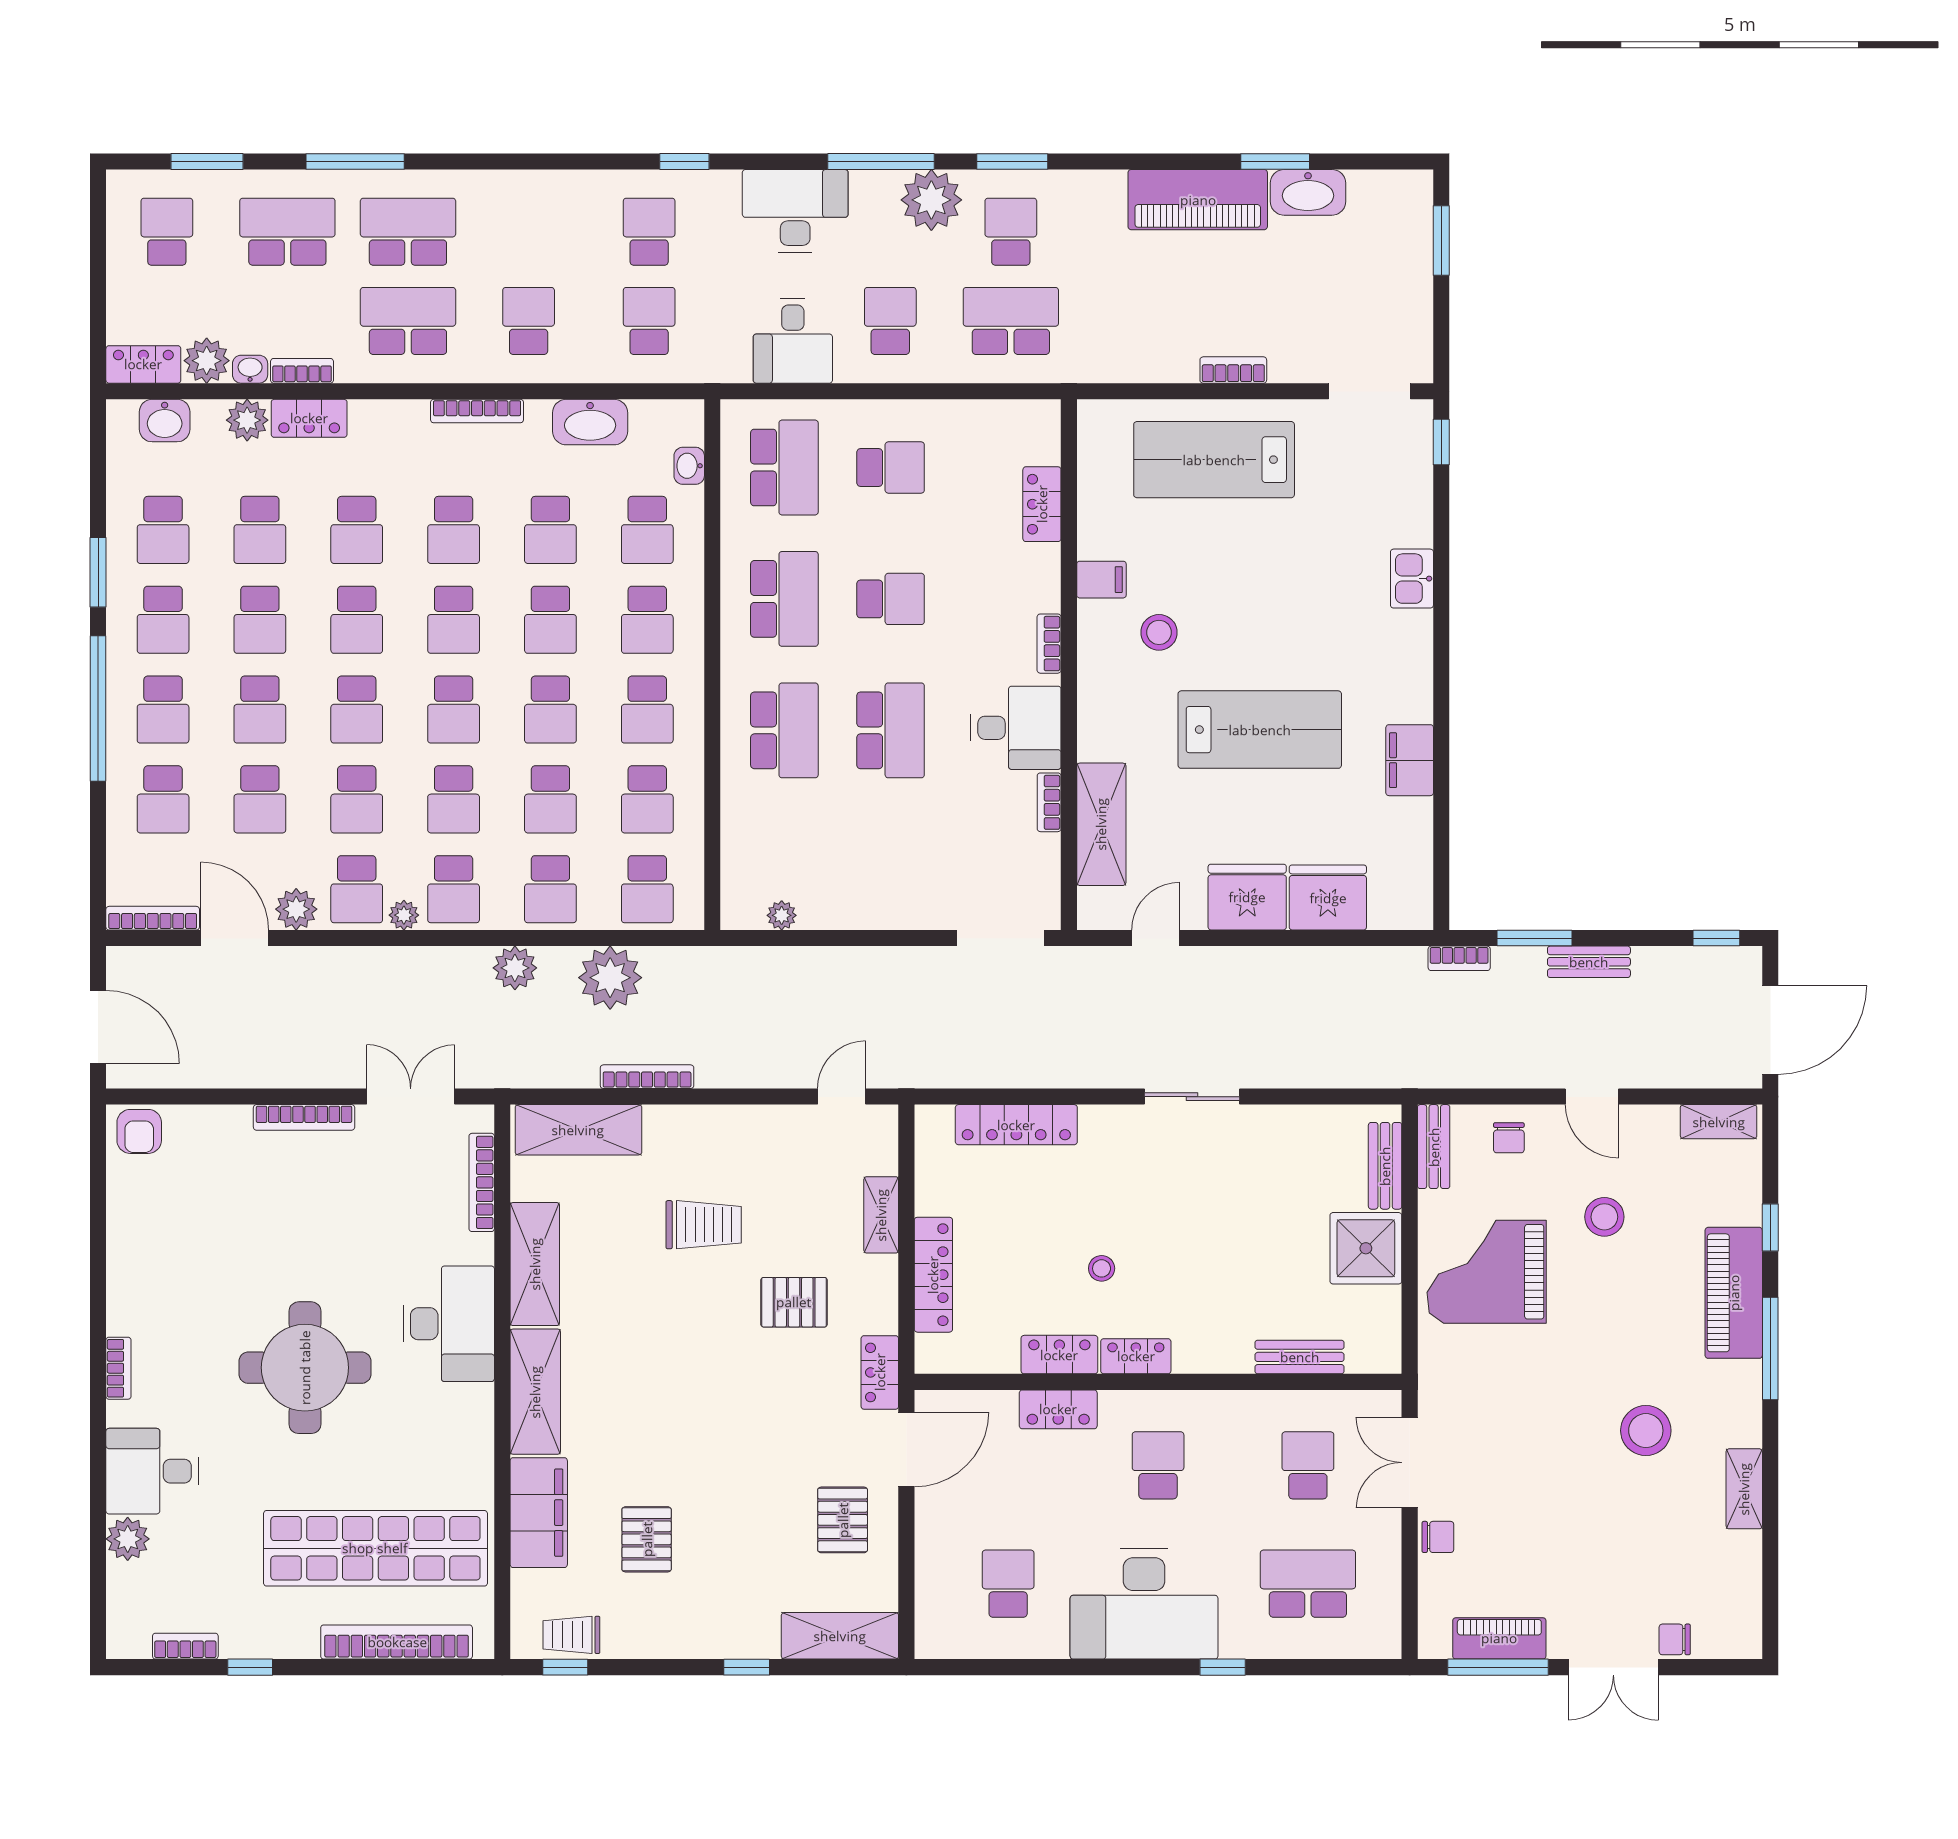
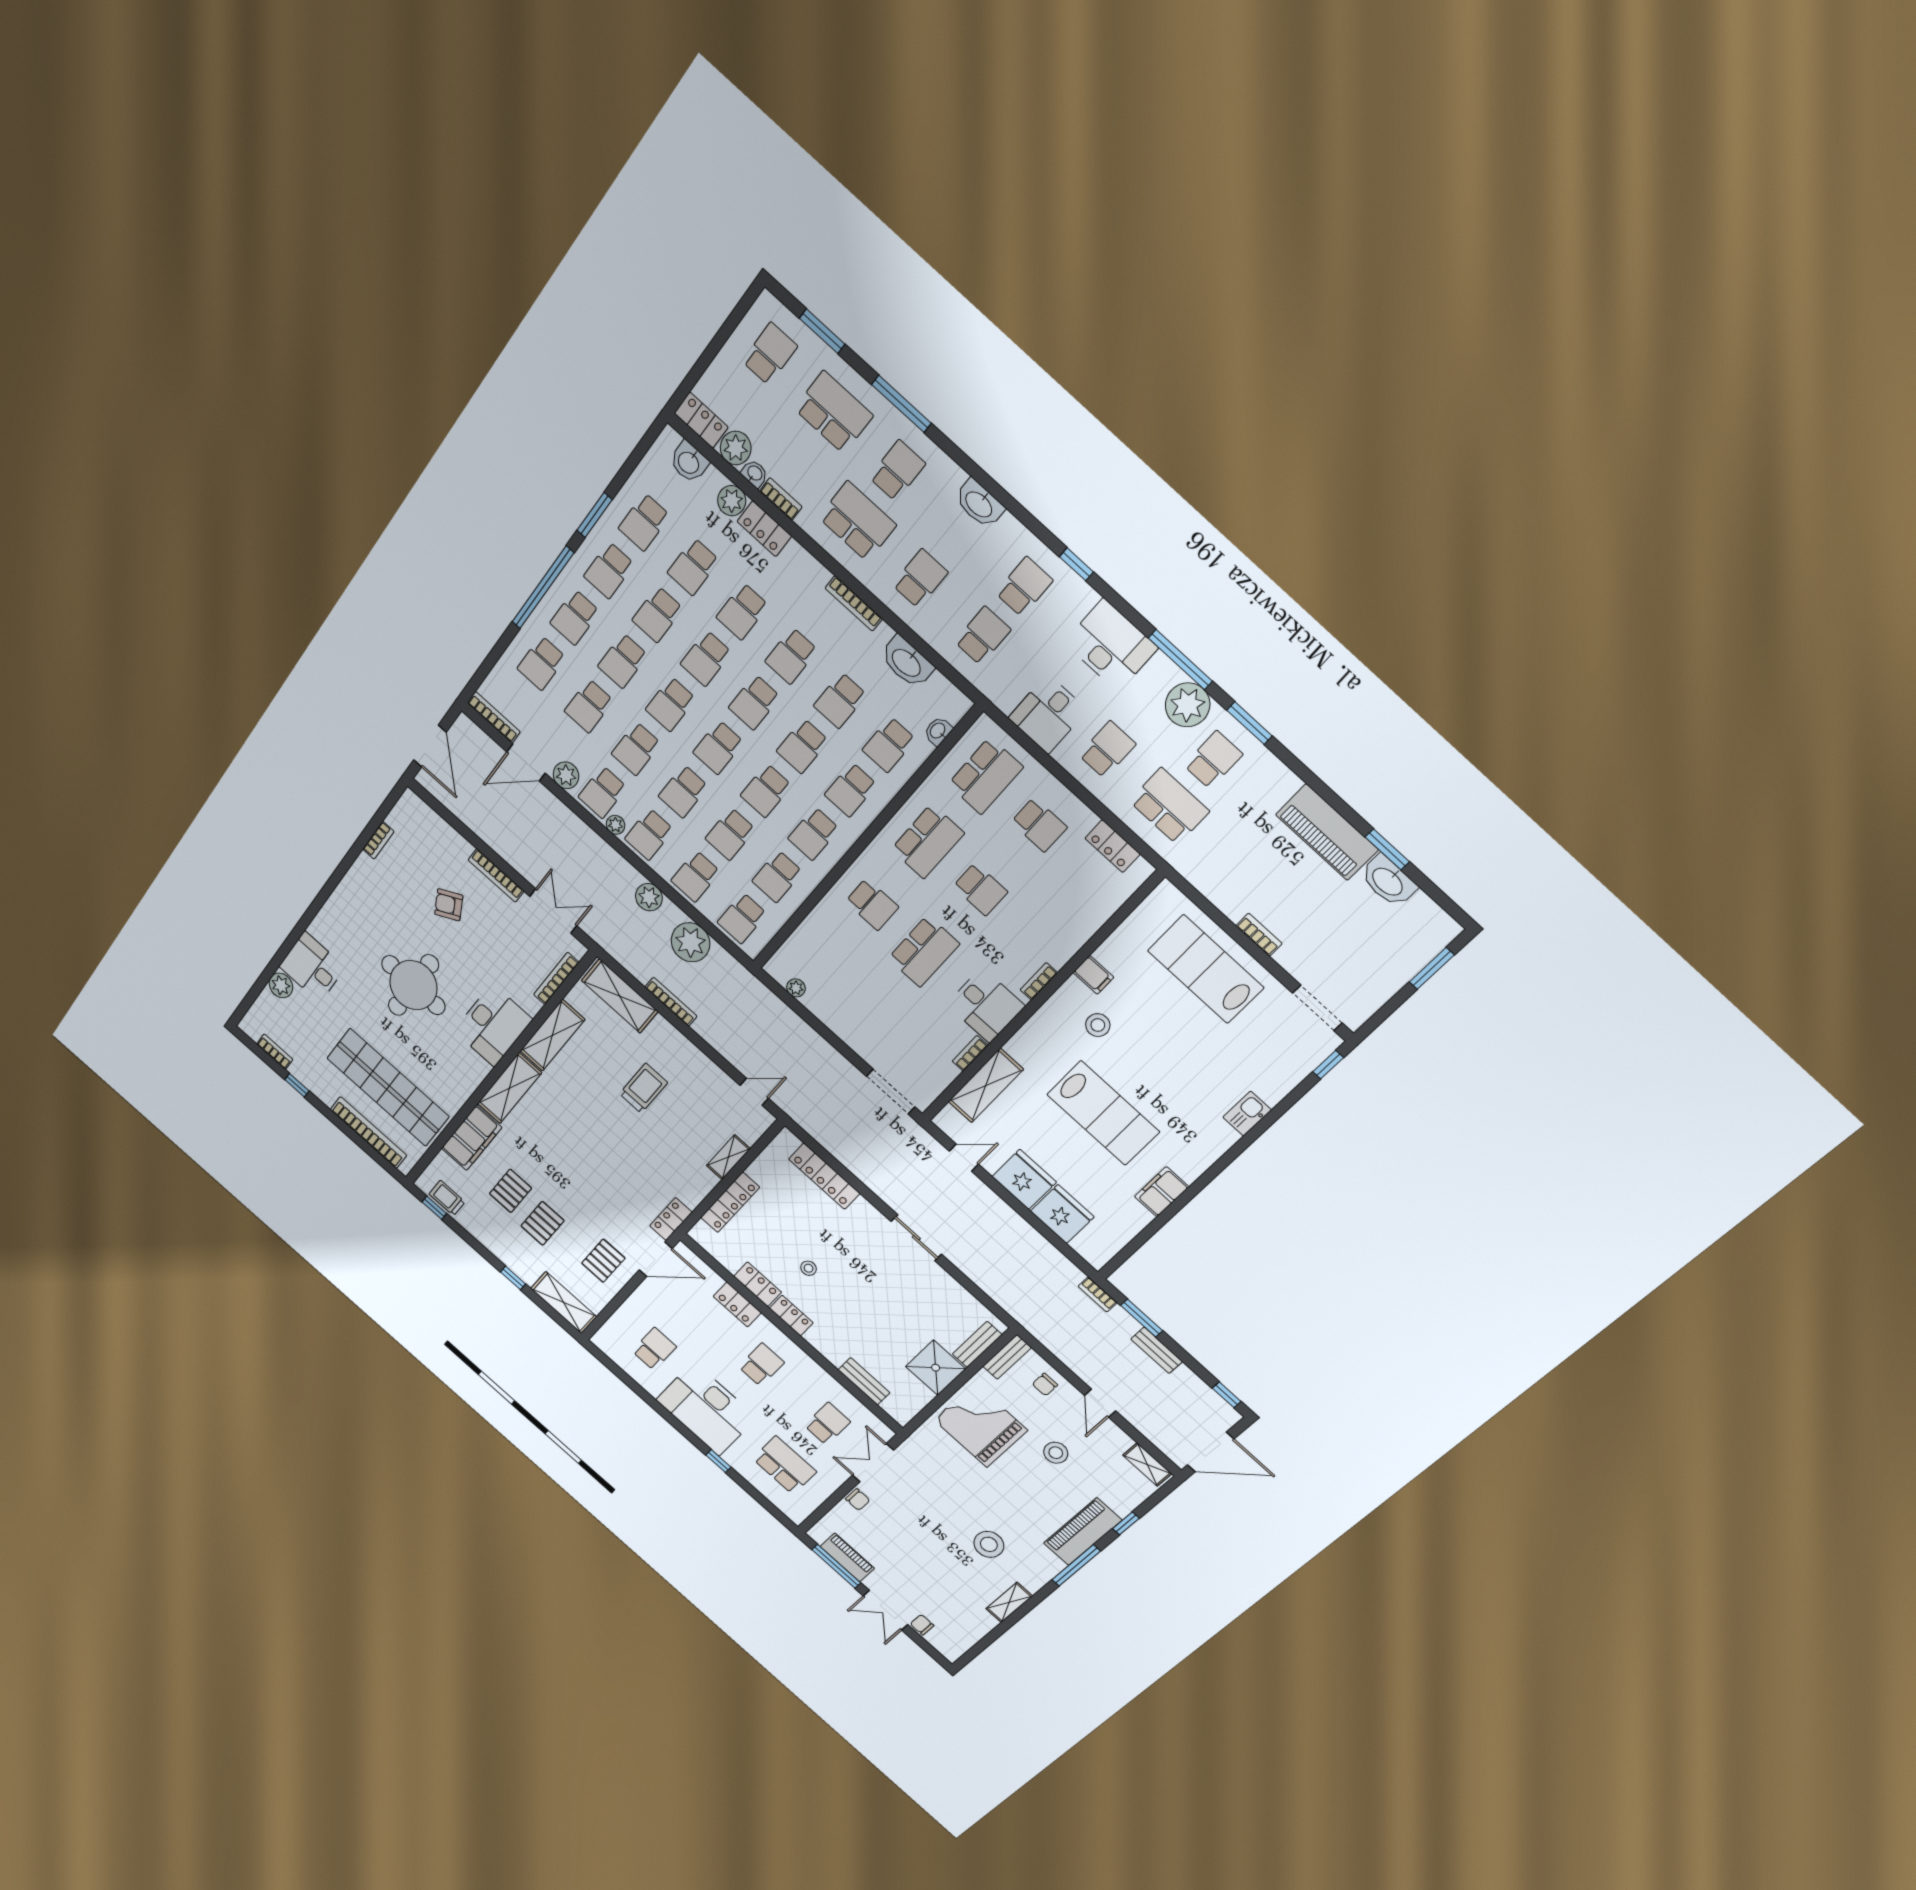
washbasin: (527, 190) -> (979, 504), added
school desk: (408, 232) -> (897, 471), width x0.54
locker: (1042, 504) -> (1113, 846), moved, turned -90
school desk: (784, 730) -> (872, 904), width x0.54
door: (235, 938) -> (526, 762), swing flipped
armchair: (139, 1131) -> (449, 905), moved, turned 62
trolley: (704, 1225) -> (643, 1088), turned -90
pallet: (794, 1302) -> (543, 1223), moved, turned 90
bookcase: (118, 1368) -> (378, 840), moved

